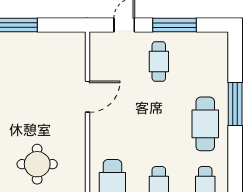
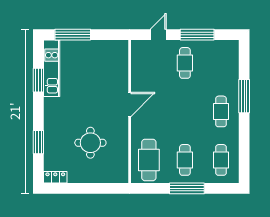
door: (88, 97) -> (130, 104), moved
cafe table: (205, 124) -> (221, 111), width x0.73, depth x0.74

